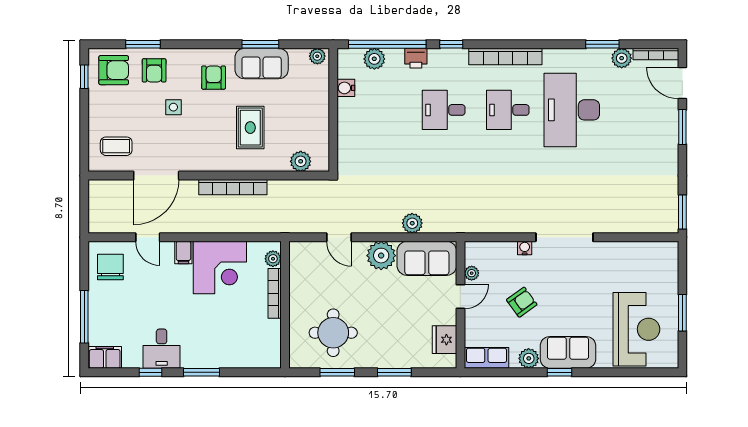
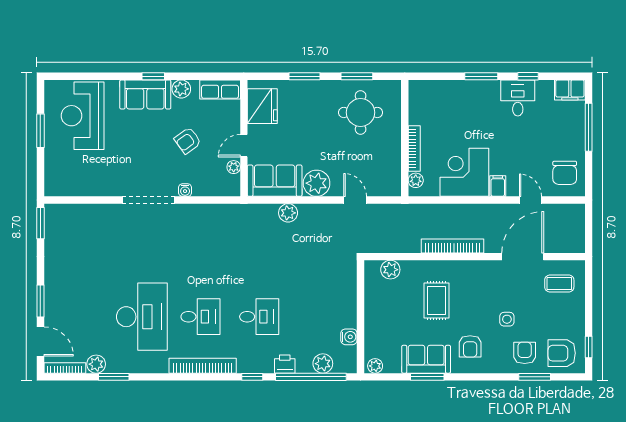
fridge: (445, 340) -> (262, 106), width x1.36, depth x1.34

